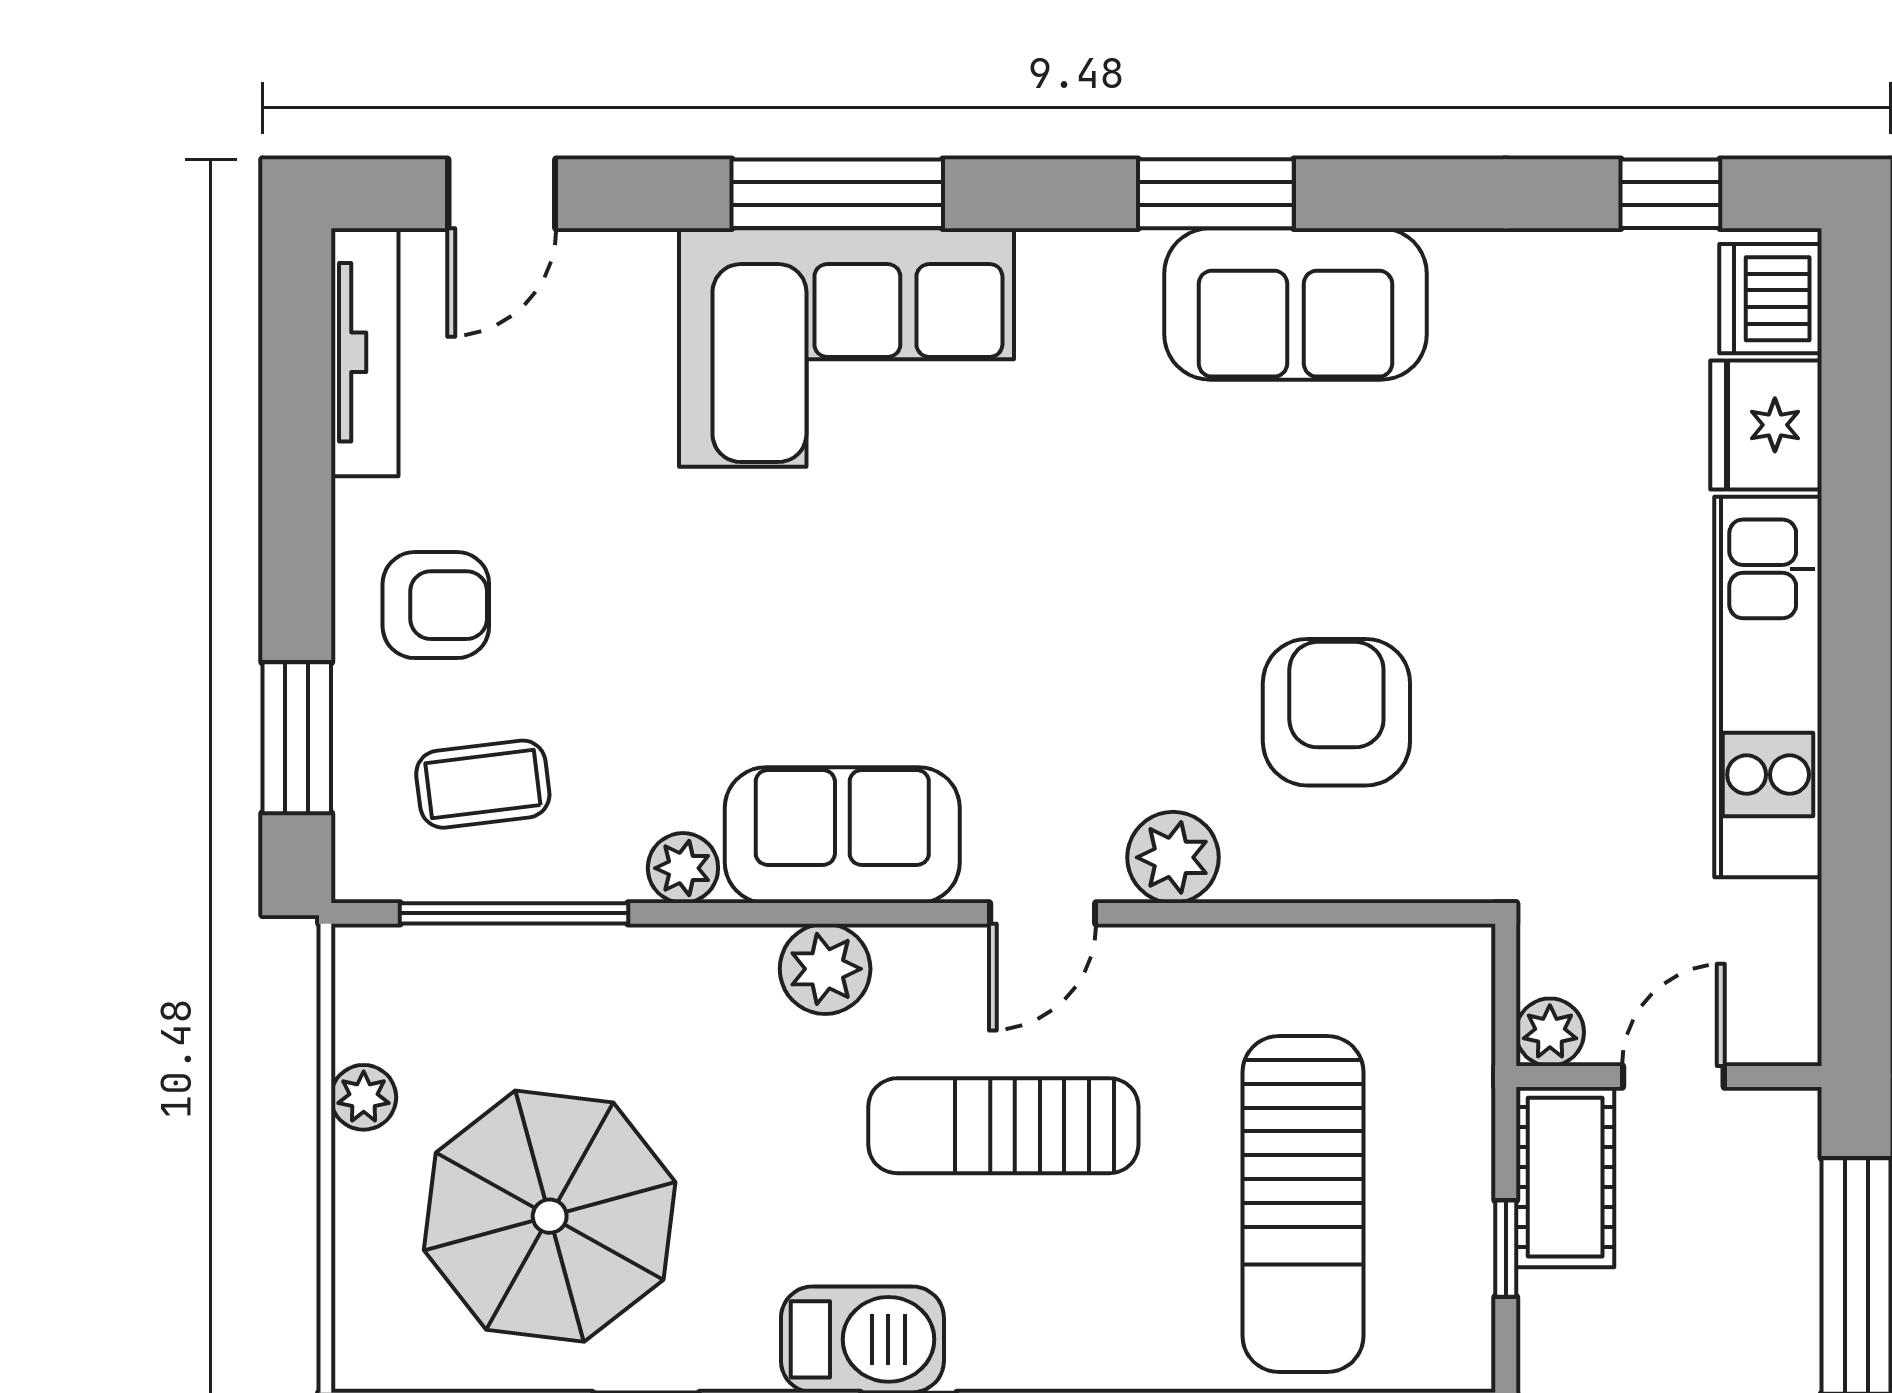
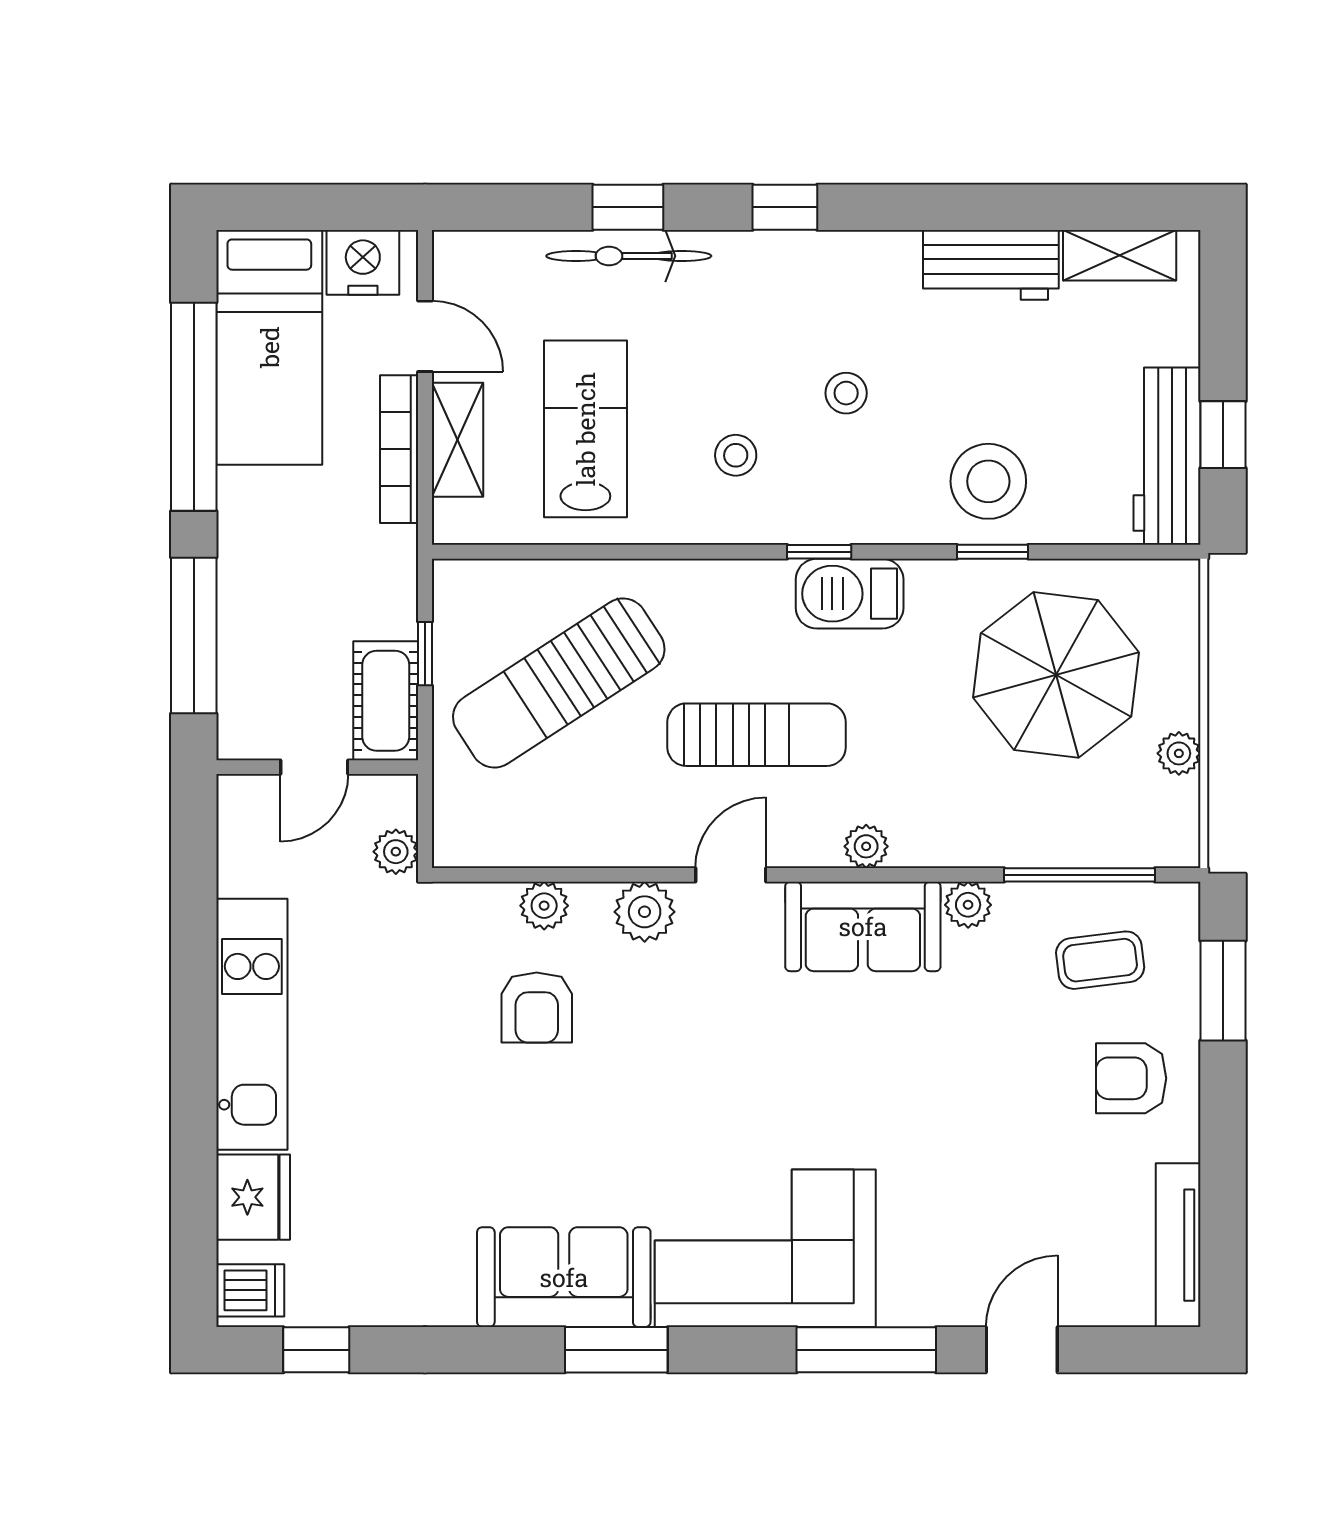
door: (502, 194) -> (1022, 1350), moved
dishwasher: (1771, 299) -> (250, 1290), width x0.73
corner sofa: (846, 347) -> (765, 1248), moved
armchair: (1336, 712) -> (537, 1008), width x0.72, depth x0.72
plant: (1325, 867) -> (544, 906), added
plant: (825, 969) -> (866, 846), width x0.73, depth x0.73
plant: (1550, 1032) -> (396, 852), moved
sun lounger: (1303, 1204) -> (559, 683), turned -123

